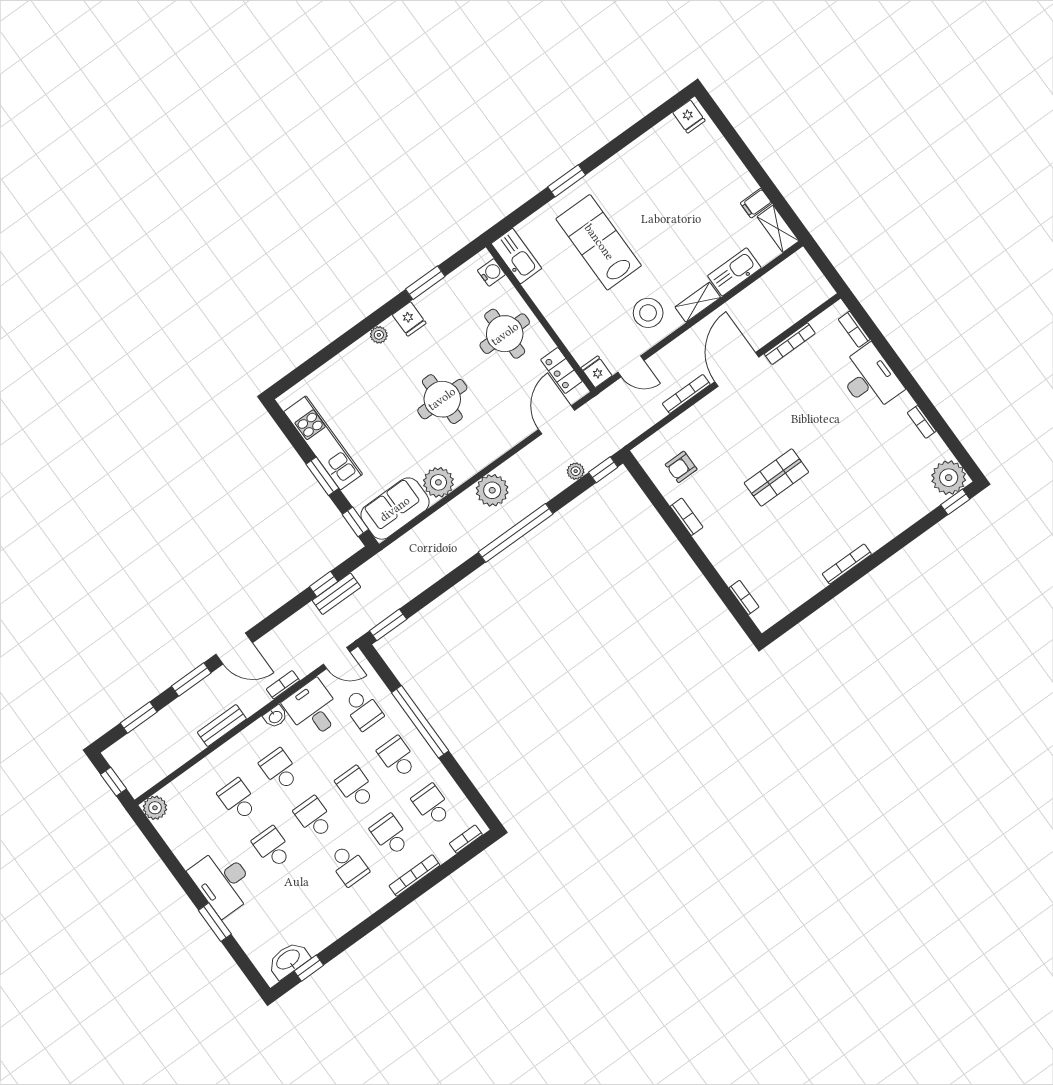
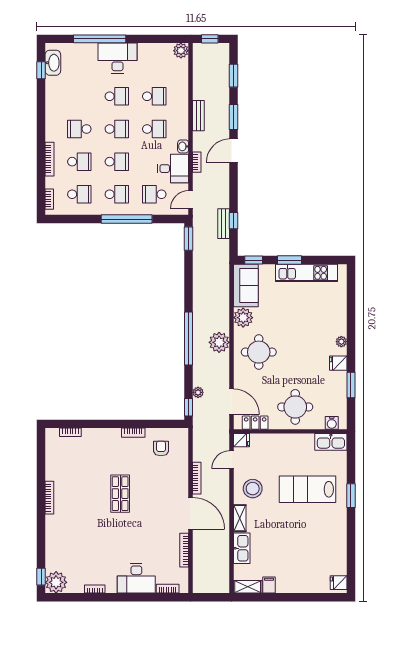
lab bench: (599, 242) -> (307, 489), turned 180
round table: (442, 399) -> (259, 352), moved
window: (215, 922) -> (100, 39), width x2.11

